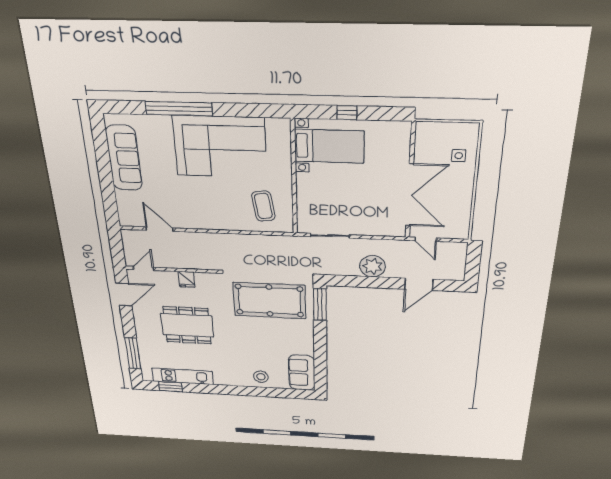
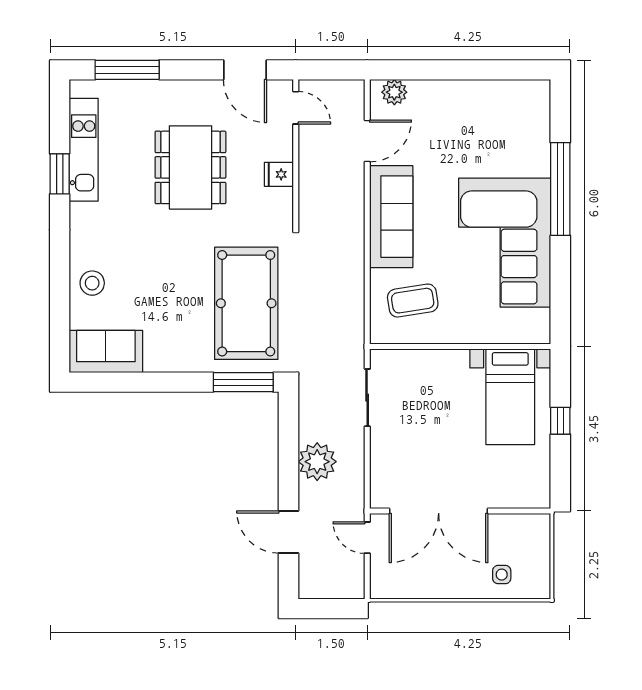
sofa: (124, 158) -> (391, 217), moved, turned -90
plant: (126, 212) -> (394, 92), added
door: (426, 239) -> (367, 538), hinge flipped
window: (170, 387) -> (60, 174), moved

